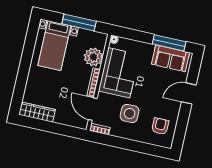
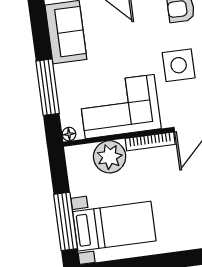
window: (79, 23) -> (66, 221), moved
window: (169, 43) -> (48, 87), moved

